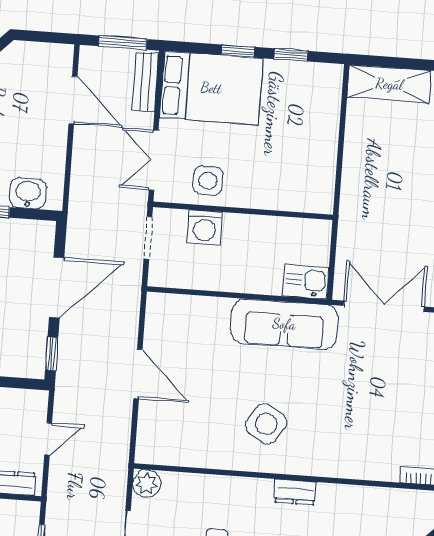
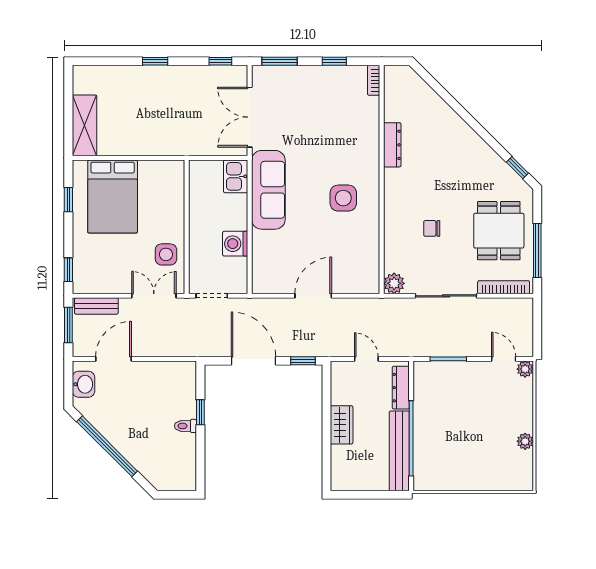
window: (238, 51) -> (68, 270), moved
bed: (211, 88) -> (113, 197), moved, turned 180
double door: (154, 160) -> (154, 296), swing flipped
washbasin: (28, 193) -> (83, 384), moved, turned 180
washing machine: (204, 227) -> (235, 244), moved, turned 180
side table: (266, 424) -> (343, 198), turned -33
dresser: (295, 492) -> (392, 145), moved, width x1.44

